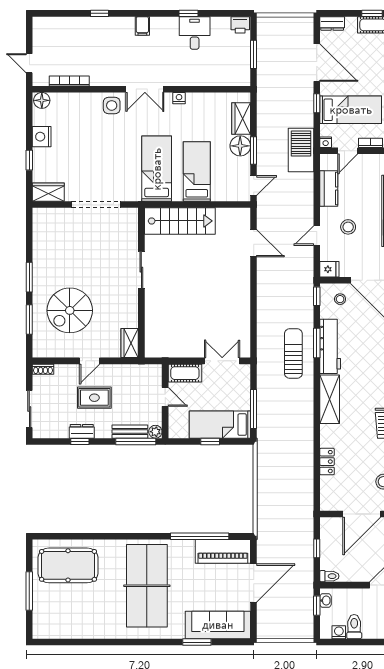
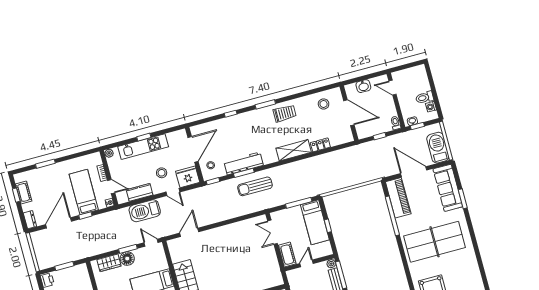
barbecue: (301, 150) -> (145, 211), moved
fridge: (329, 269) -> (188, 177), width x1.88, depth x1.34
shelving: (330, 399) -> (294, 150), moved
barbecue: (278, 626) -> (438, 148), added

